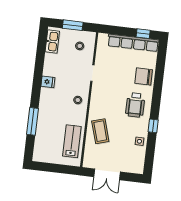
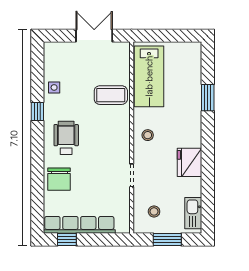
chair: (144, 77) -> (59, 179), turned 90
fridge: (48, 82) -> (189, 162), width x1.88, depth x1.34
window: (32, 121) -> (208, 98), width x0.69
coffee table: (100, 131) -> (111, 95), turned -73
lab bench: (72, 141) -> (149, 76), width x1.36, depth x1.39

